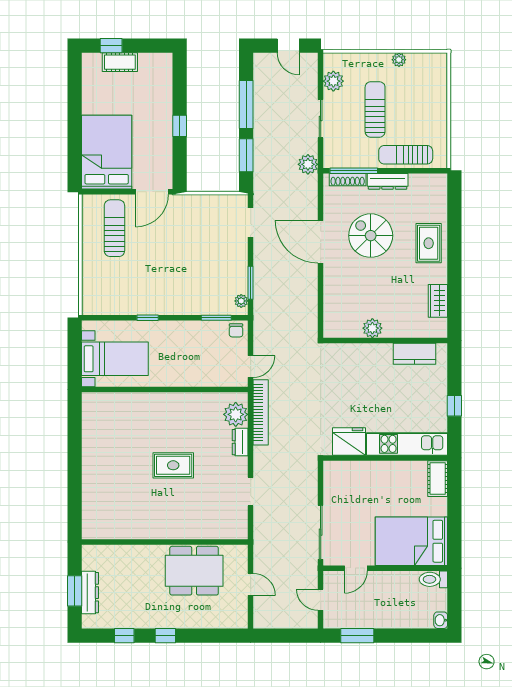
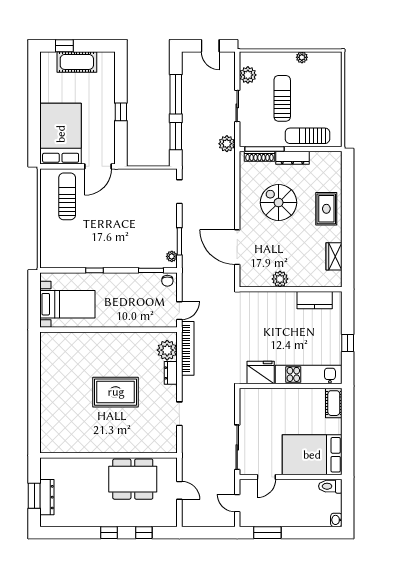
cot: (120, 62) -> (77, 62), width x1.37, depth x1.34
door: (321, 242) -> (237, 247), moved
rug: (173, 465) -> (116, 392), width x1.36, depth x1.43
window: (124, 636) -> (144, 533), moved

